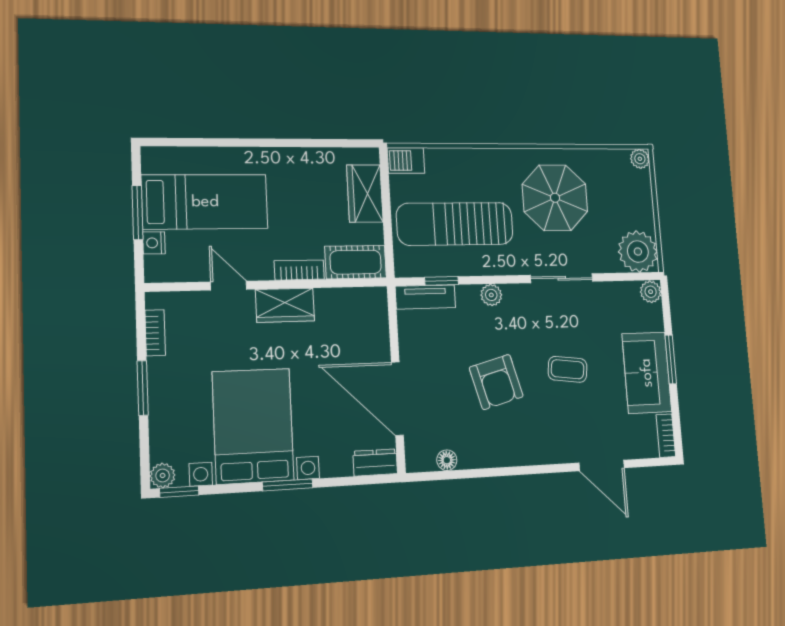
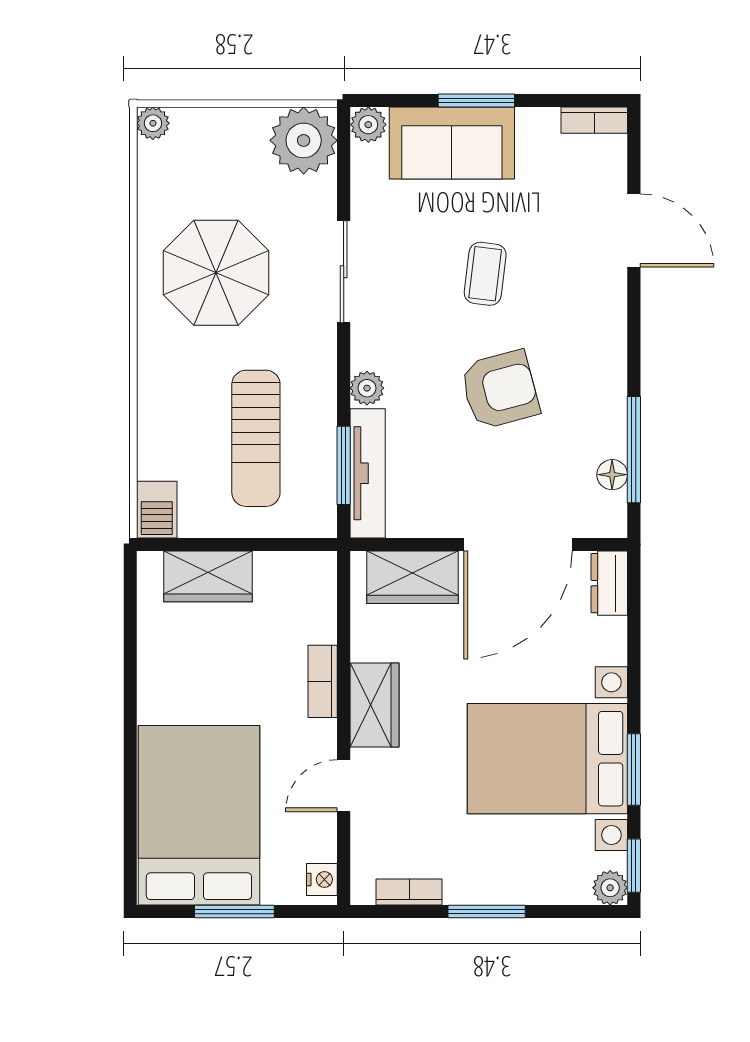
bed: (205, 202) -> (199, 815), width x1.50
sun lounger: (455, 224) -> (256, 438), width x0.73, depth x0.75
nightstand: (154, 243) -> (322, 879), moved, turned -90
cot: (356, 262) -> (312, 596), removed
window: (442, 281) -> (344, 465), width x1.50
tv unit: (425, 297) -> (368, 473), width x1.41
wardrobe: (372, 328) -> (413, 577), added
sofa: (647, 373) -> (452, 143), moved
door: (602, 465) -> (634, 230), hinge flipped
window: (464, 474) -> (634, 450), added
window: (288, 485) -> (634, 769), moved

